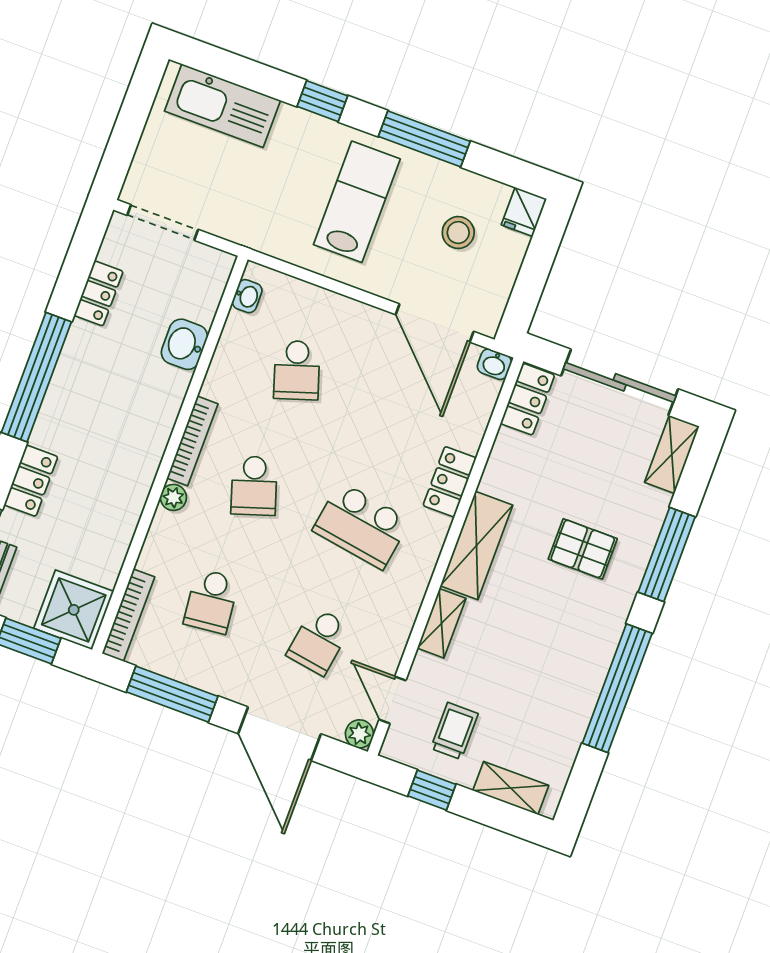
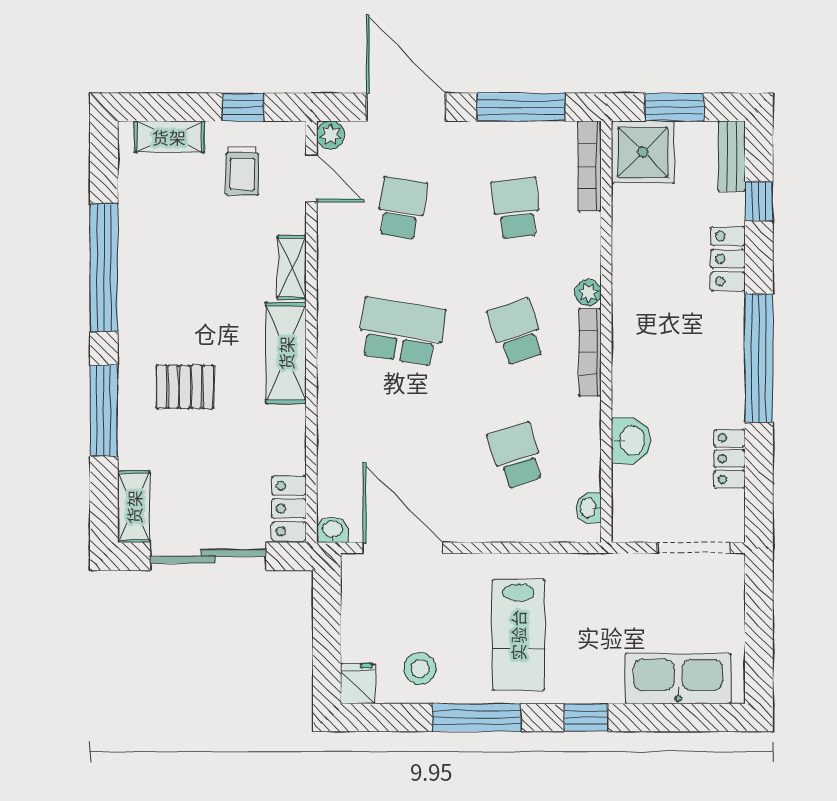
stool: (458, 233) -> (420, 669), moved
locker: (450, 482) -> (334, 404), removed

